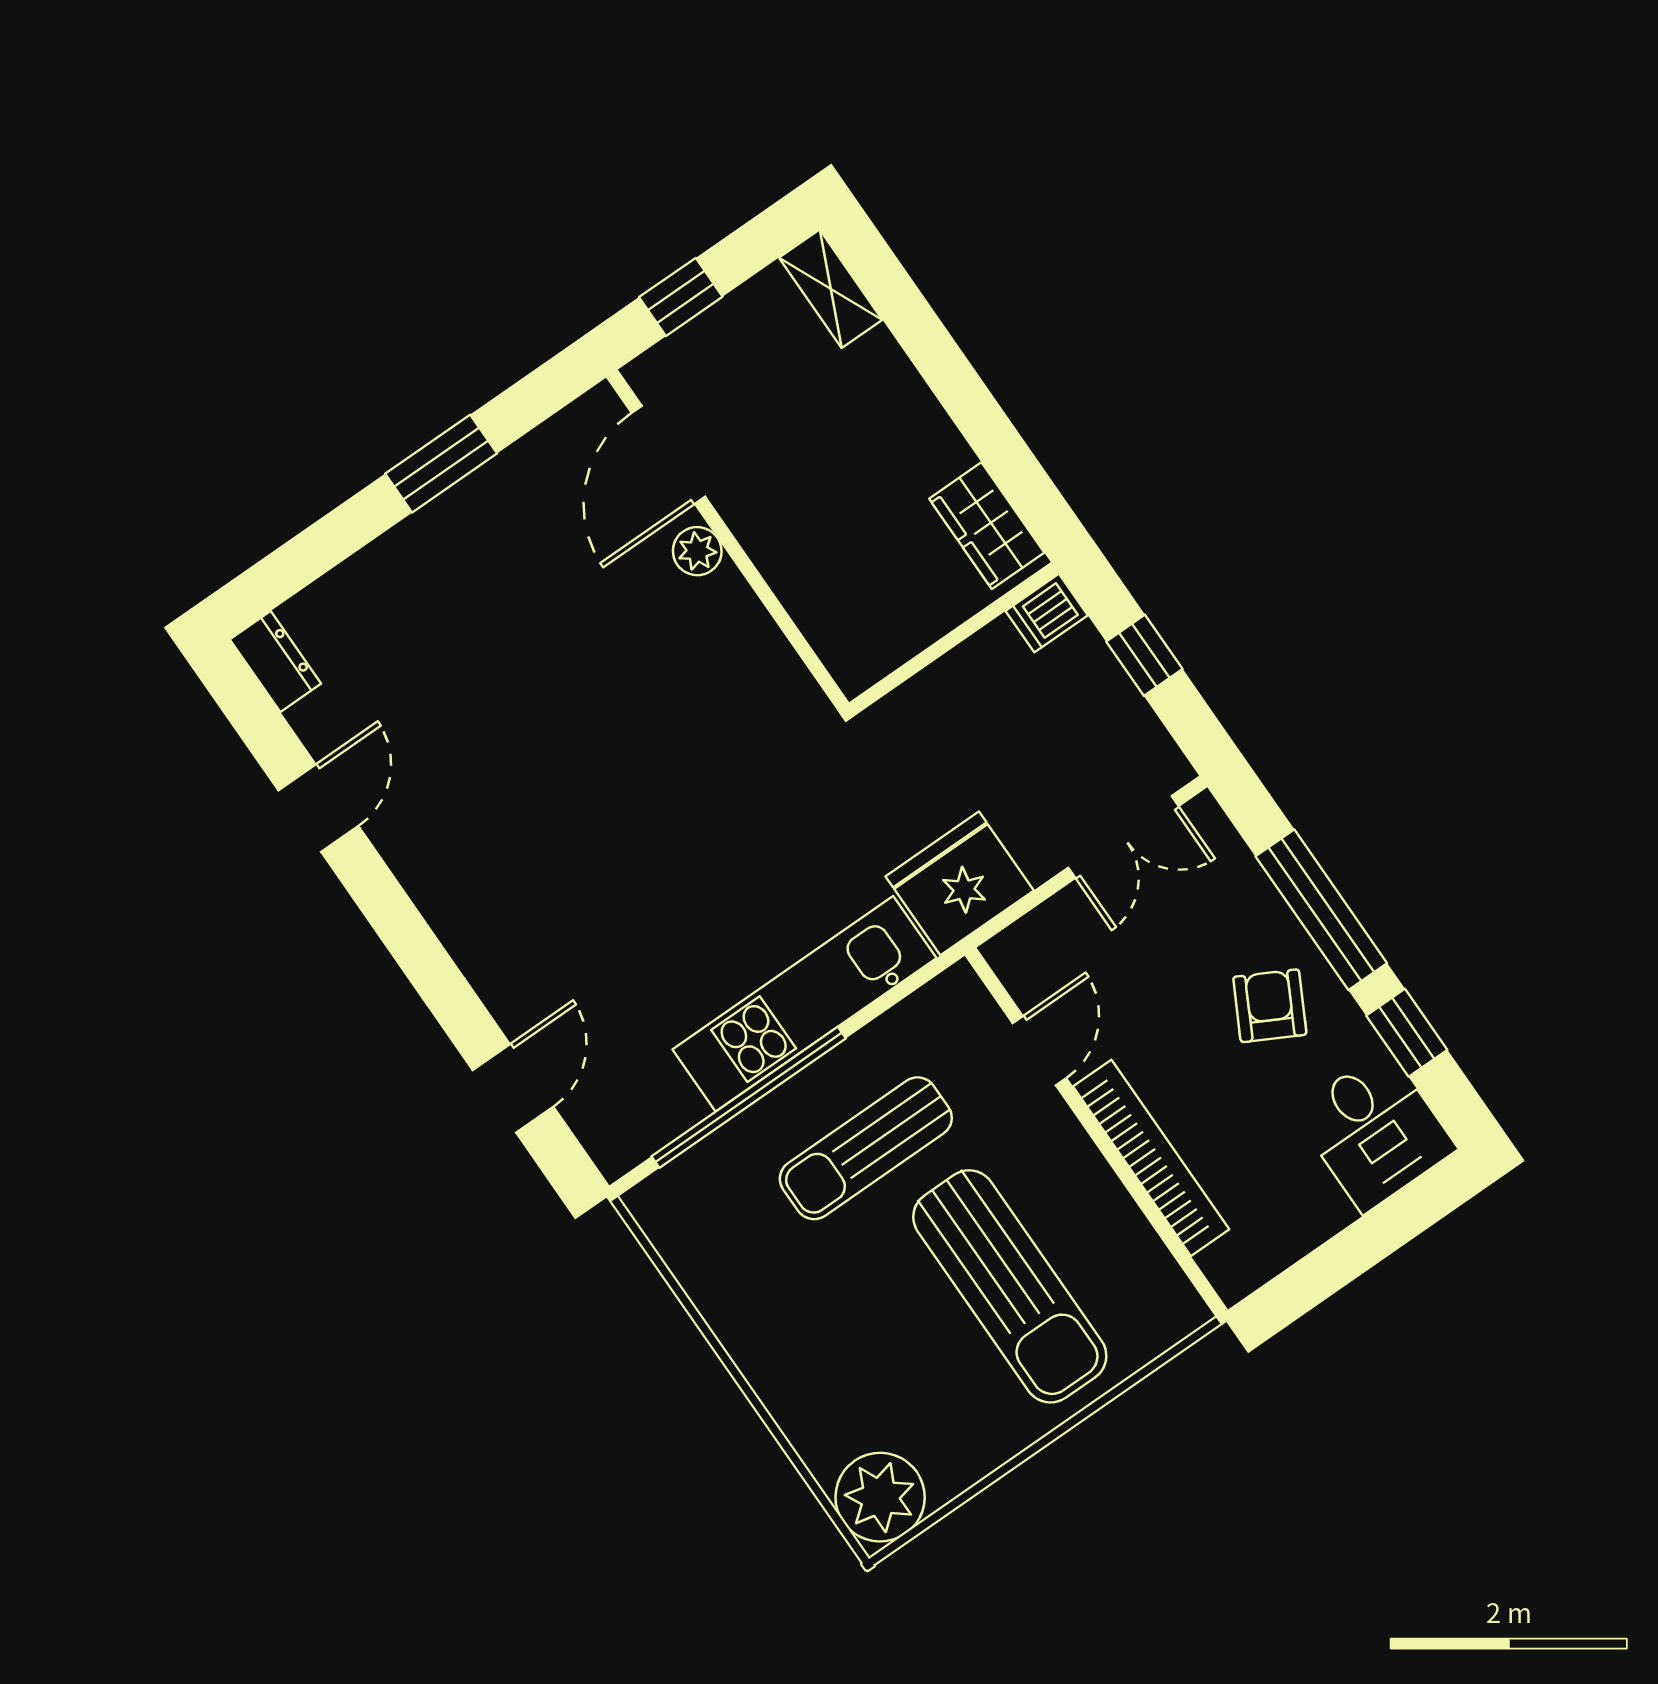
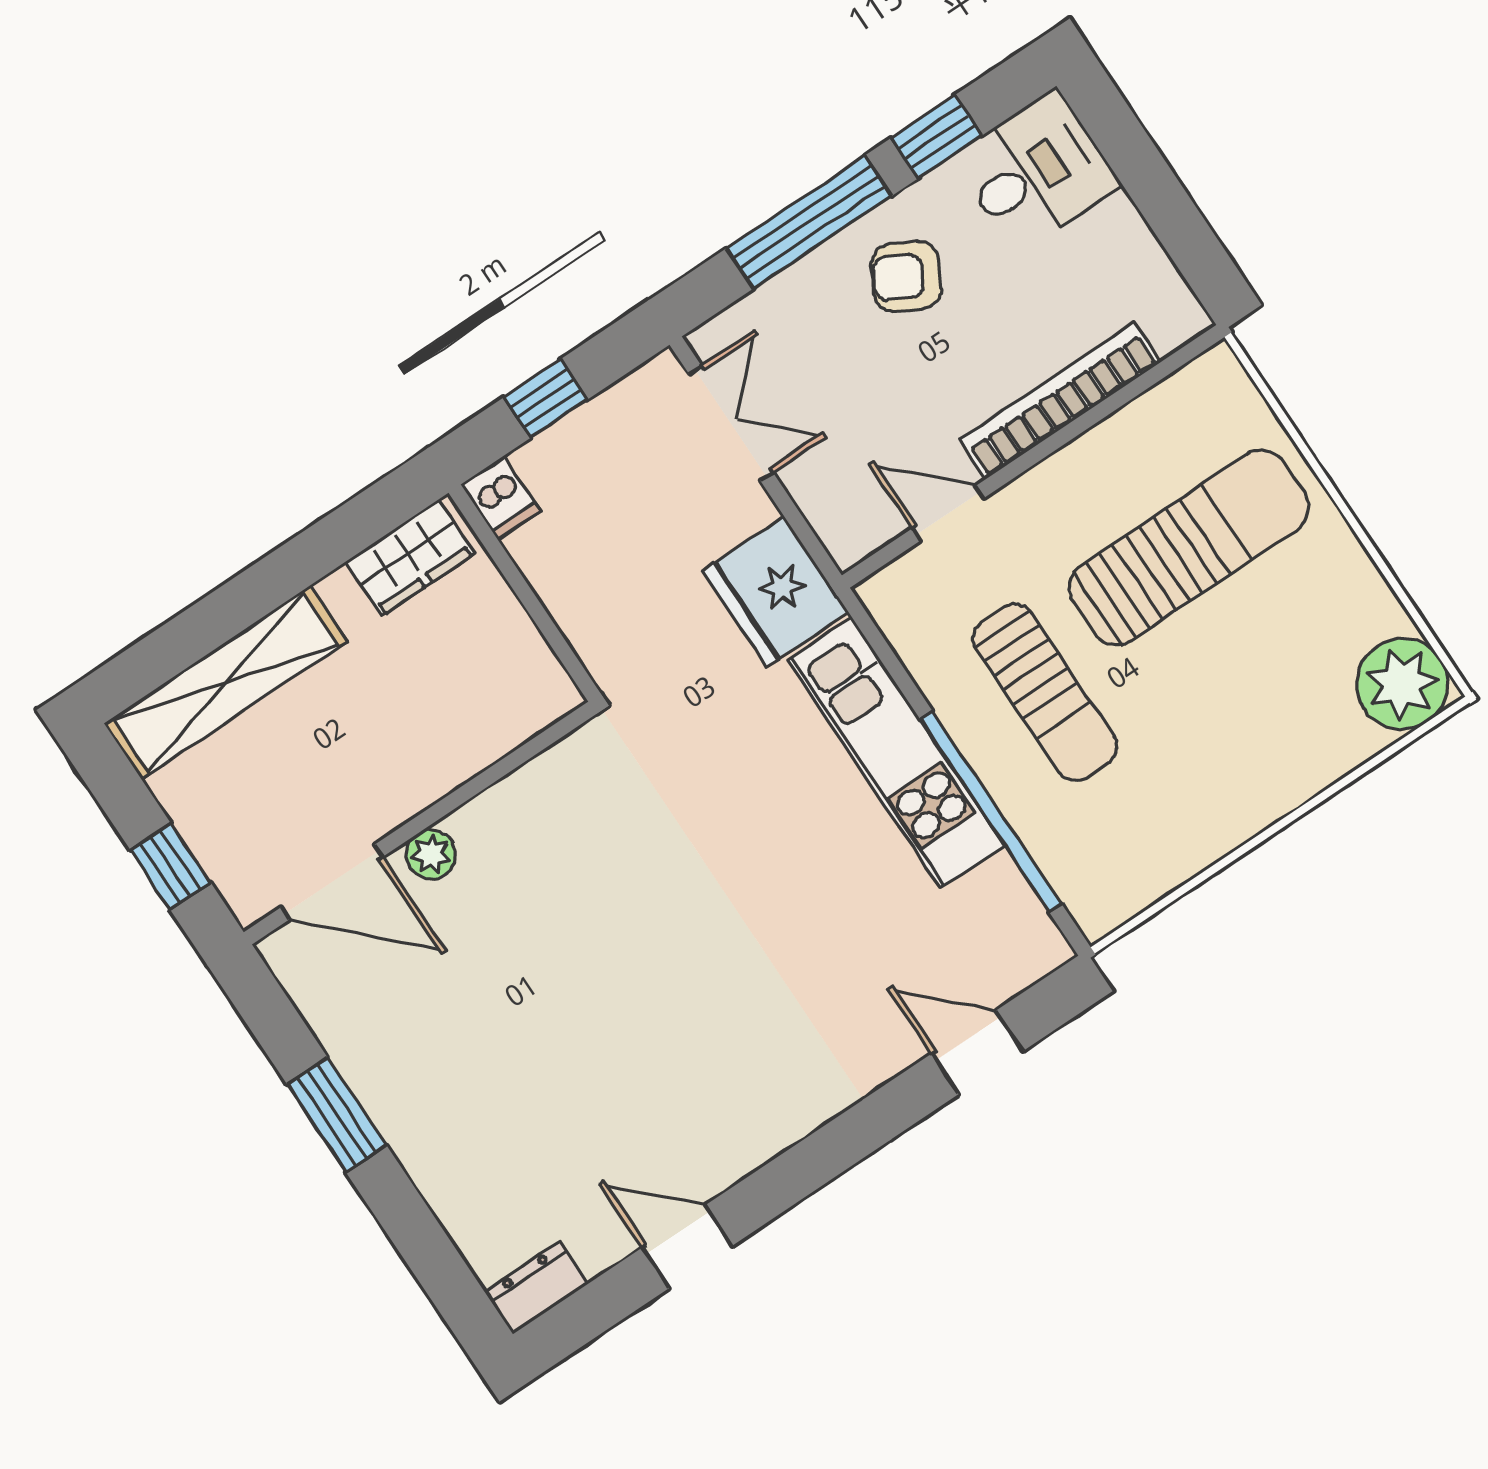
shelving: (831, 289) -> (226, 682), width x2.20, depth x1.33

